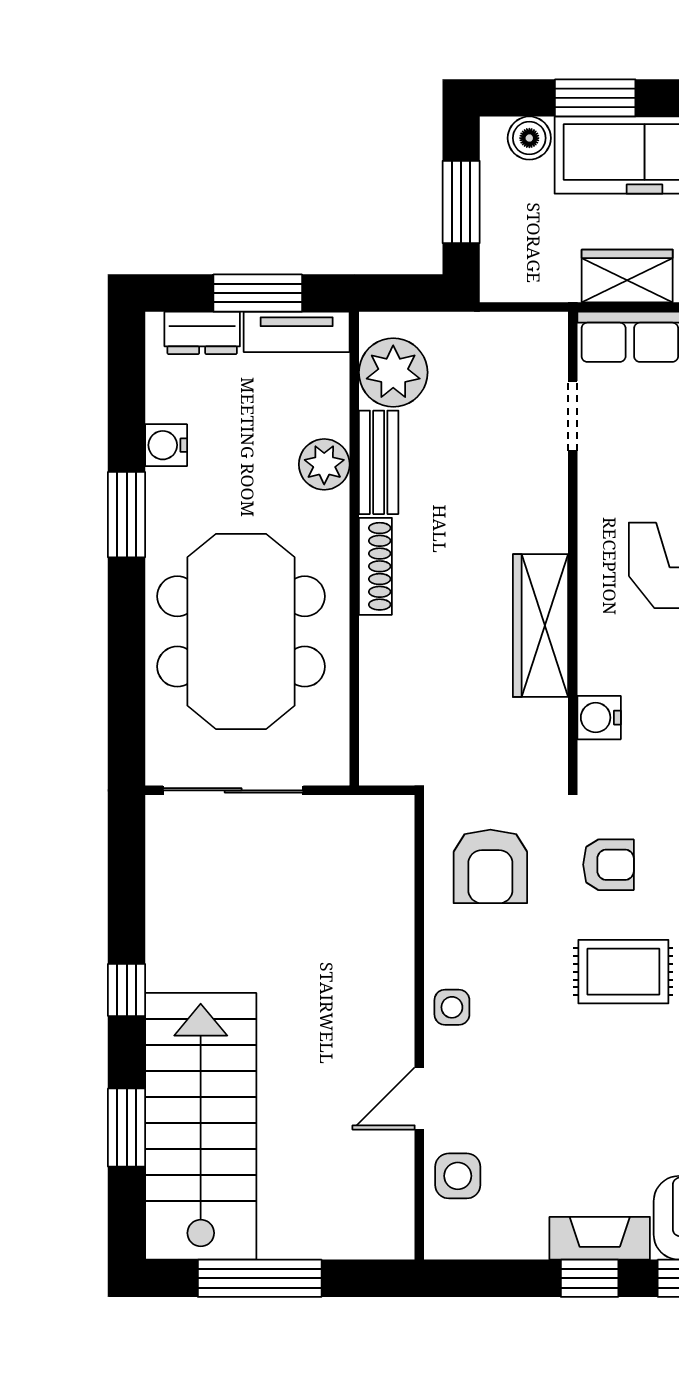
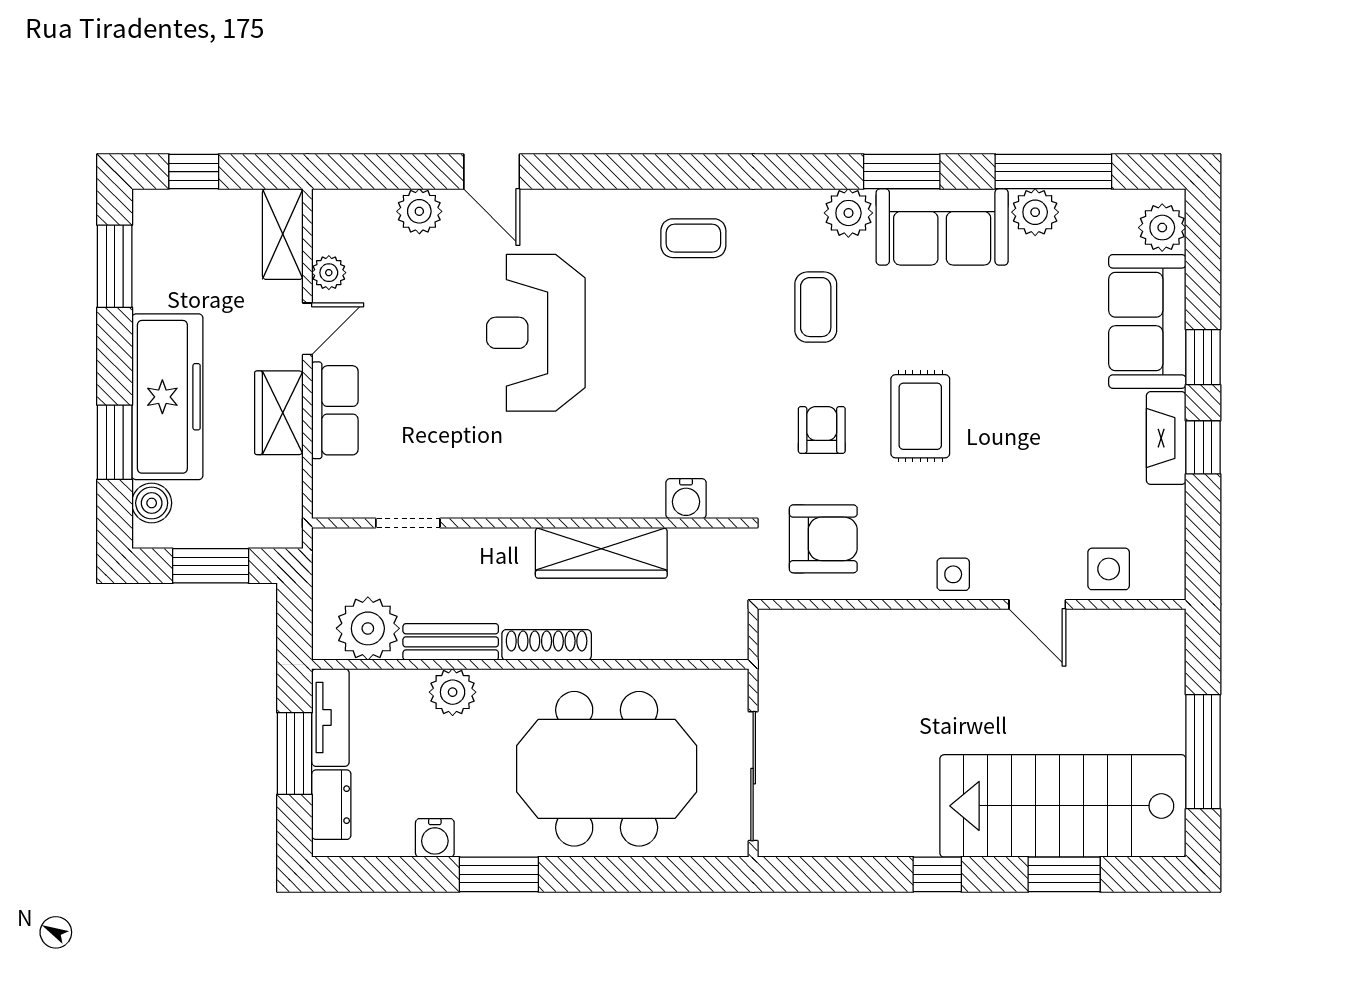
doorway: (573, 416) -> (408, 523), moved
wall: (573, 549) -> (530, 523), moved
wardrobe: (540, 626) -> (601, 553), moved
water cooler: (599, 718) -> (686, 499), moved

